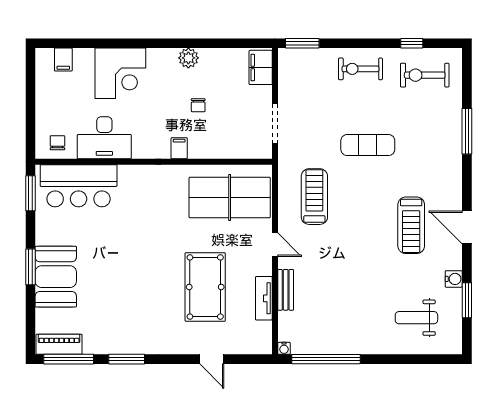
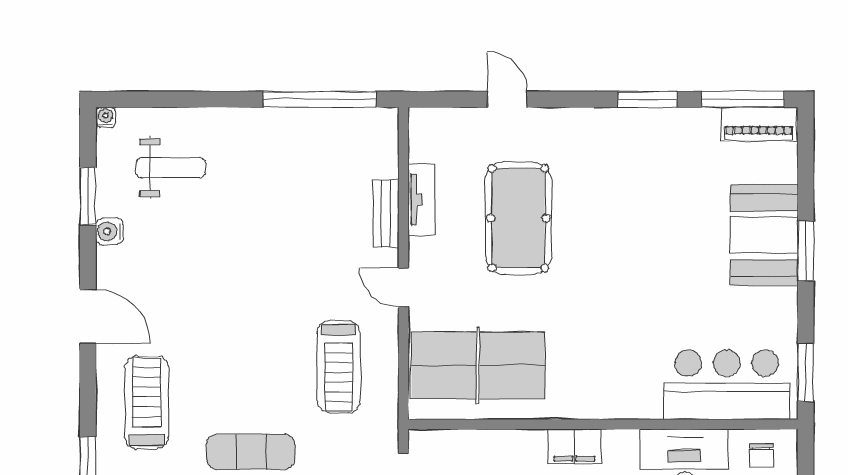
filing cabinet: (179, 148) -> (574, 446), width x2.00
treadmill: (411, 225) -> (147, 402), moved
water cooler: (284, 348) -> (106, 117), moved

